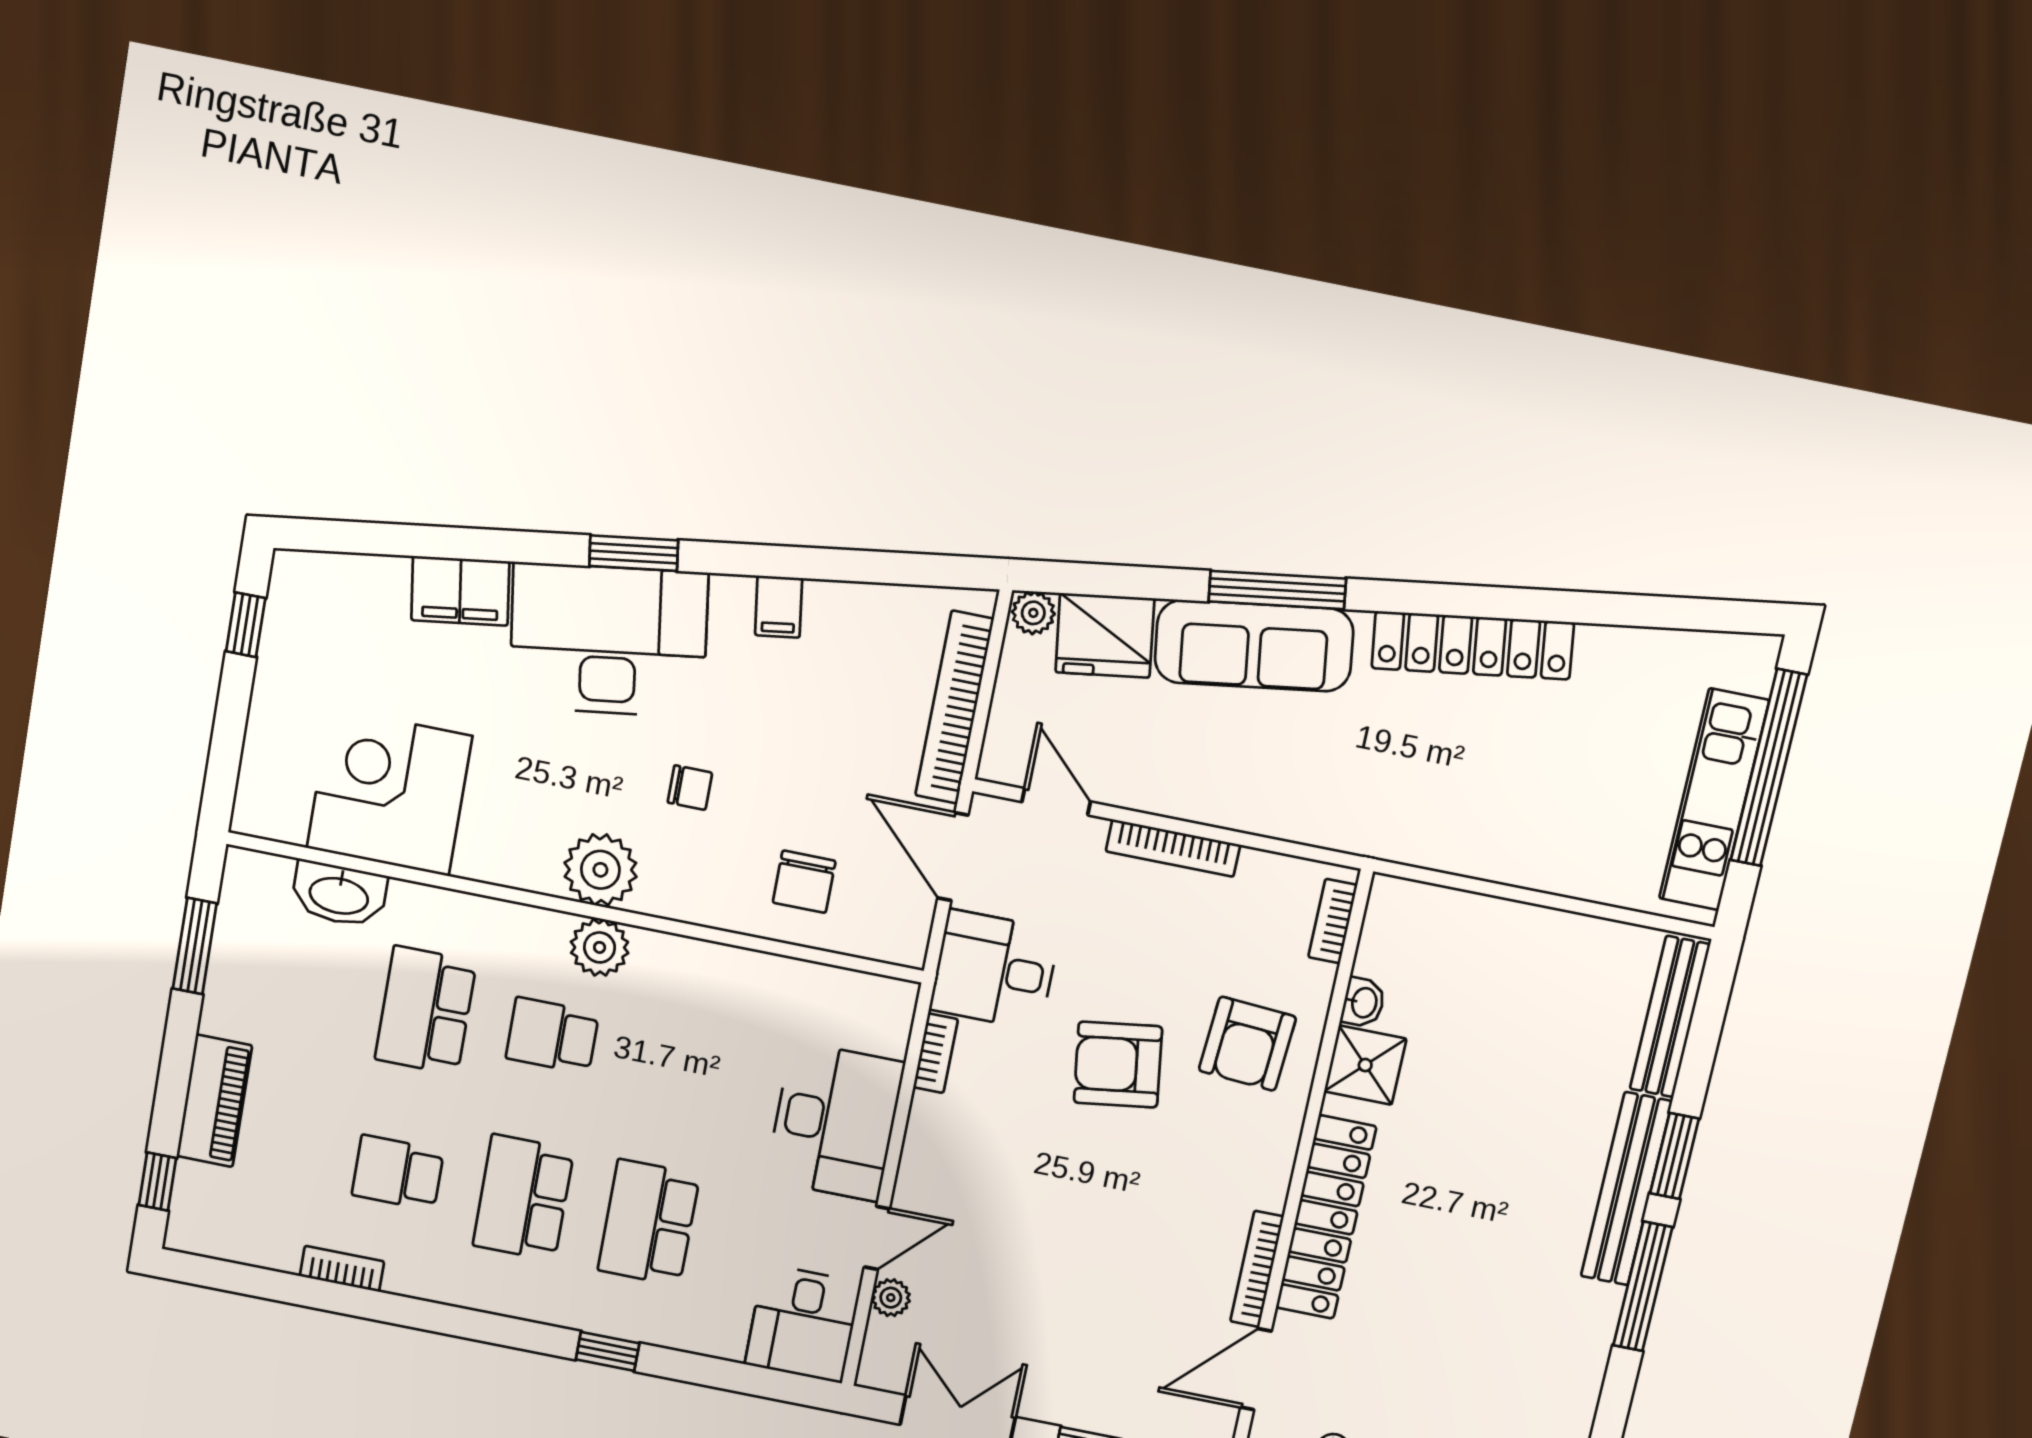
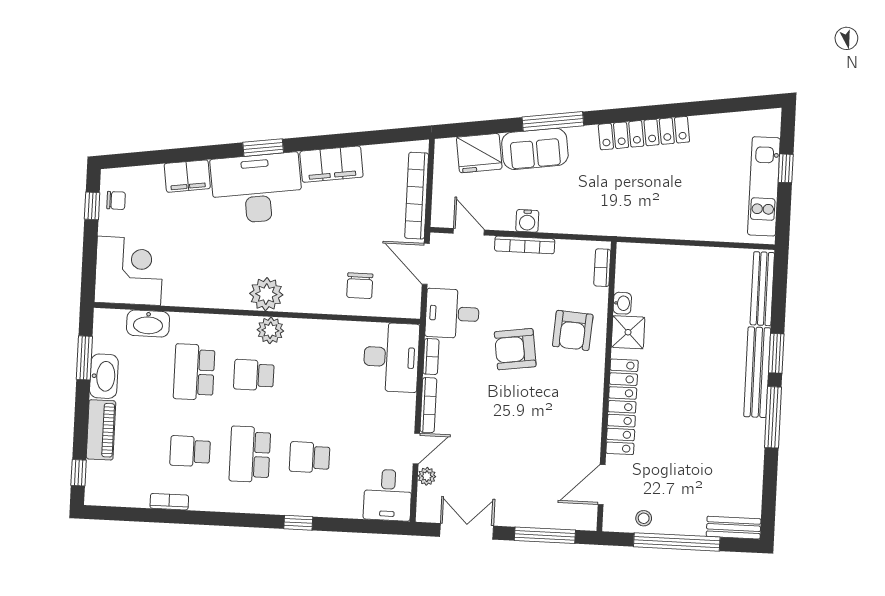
filing cabinet: (779, 607) -> (331, 164), width x3.00, depth x1.17
plant: (1033, 613) -> (446, 148), removed
sofa: (1254, 646) -> (535, 149), width x0.73
window: (1769, 768) -> (786, 168), width x0.32
chair: (690, 788) -> (116, 200), moved
corner desk: (389, 792) -> (129, 271), moved, turned 90
water cooler: (1187, 797) -> (527, 221), added
washbasin: (232, 991) -> (104, 376), added
desk: (835, 1121) -> (391, 357), moved
school desk: (649, 1223) -> (310, 457), width x0.54
bookcase: (1257, 1269) -> (428, 405), moved, turned 180

